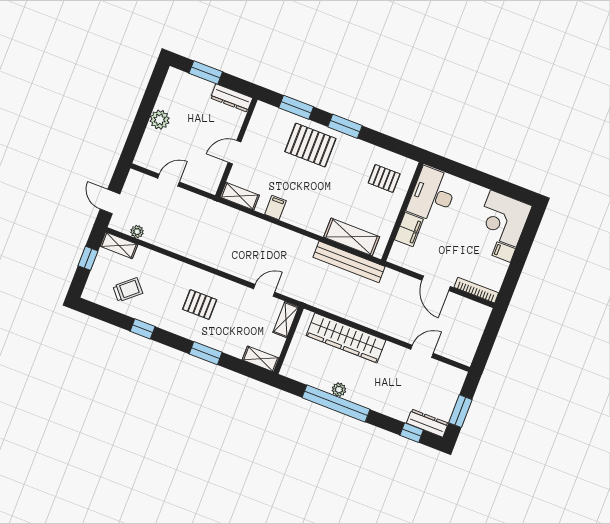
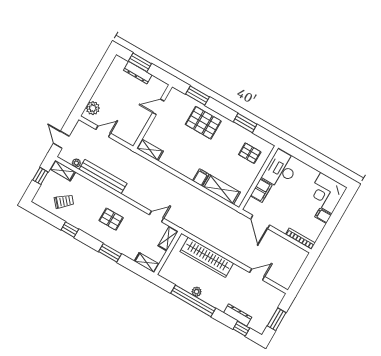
dresser: (232, 98) -> (138, 73), moved
plant: (160, 120) -> (93, 108), moved
window: (345, 126) -> (245, 123), moved
door: (235, 152) -> (158, 107), moved
filing cabinet: (275, 208) -> (201, 177), moved
bench: (349, 262) -> (103, 177), moved
door: (436, 283) -> (260, 222), moved
dresser: (427, 423) -> (238, 315), moved

